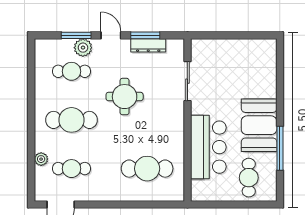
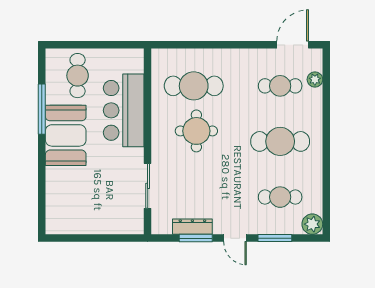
plant: (83, 48) -> (312, 224), moved
round table: (125, 97) -> (196, 131), moved
plant: (41, 159) -> (315, 79), moved

